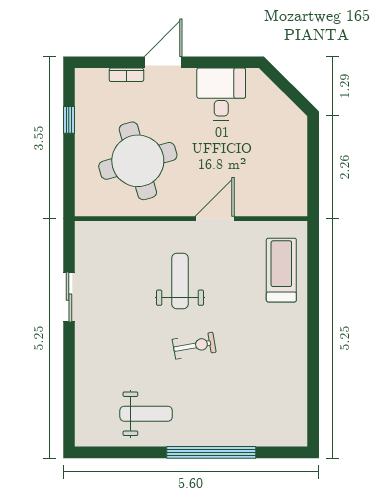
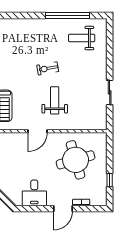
weight bench: (180, 281) -> (55, 100), turned 180
weight bench: (146, 414) -> (82, 38), moved
window: (211, 452) -> (67, 16), moved

